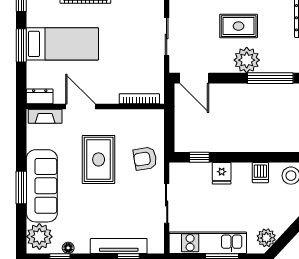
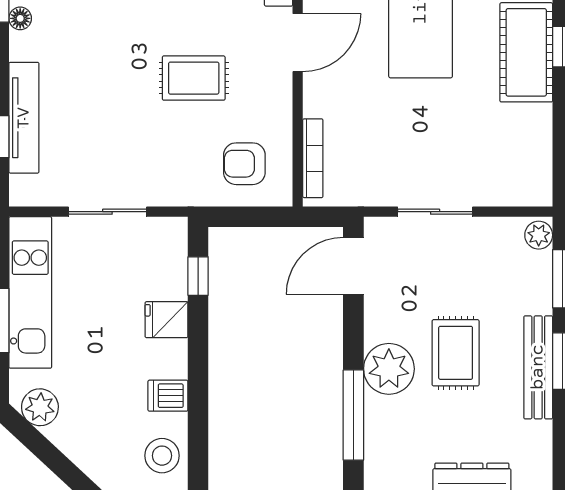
rug: (99, 159) -> (194, 78), width x0.73, depth x0.70
armchair: (145, 159) -> (244, 164), moved, turned -81

